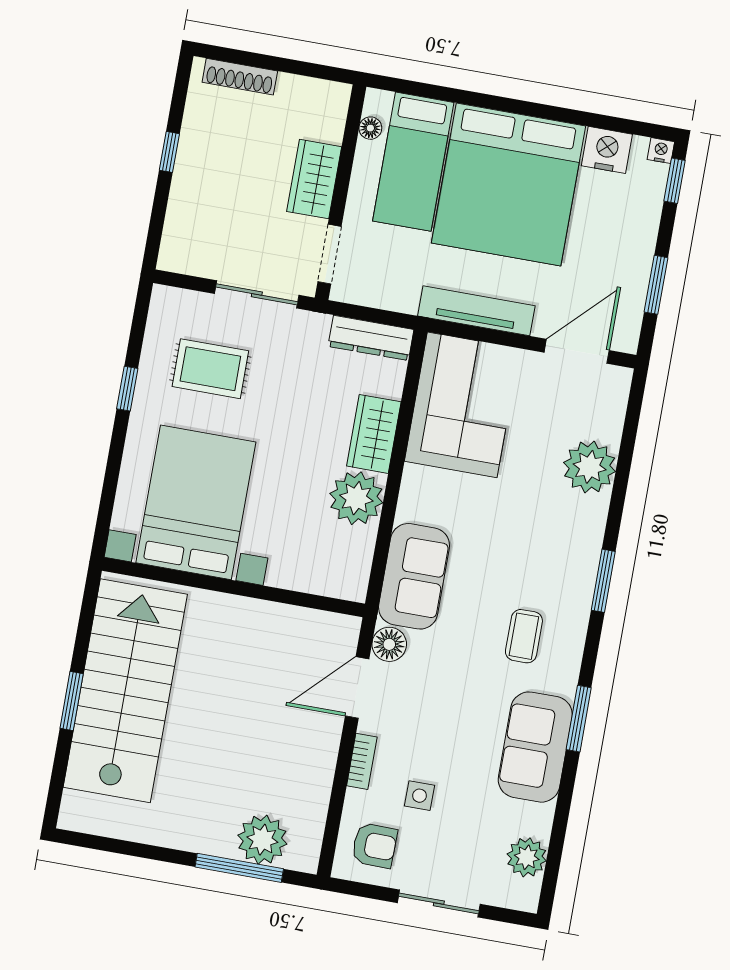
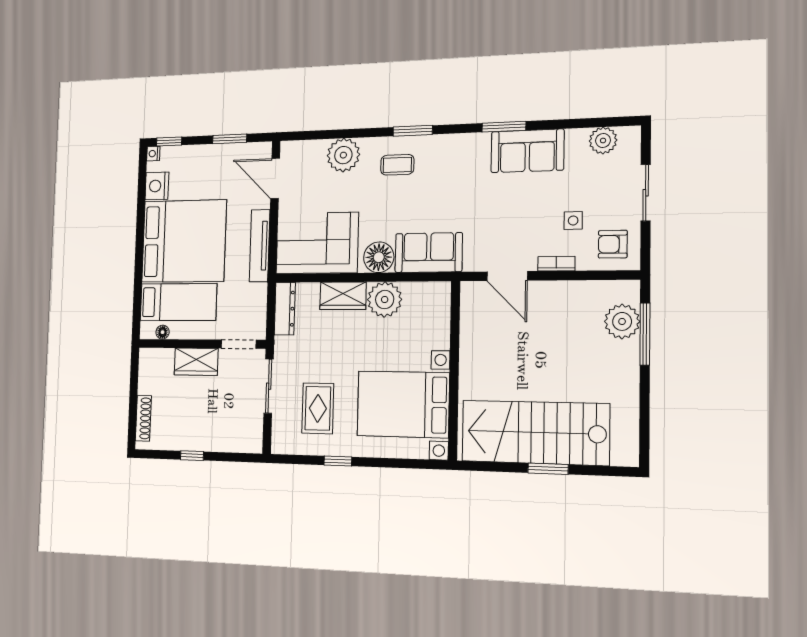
coffee table: (524, 636) -> (397, 165), moved
floor lamp: (389, 644) -> (379, 257), moved, width x1.38, depth x1.38
armchair: (374, 845) -> (613, 244), turned -91

